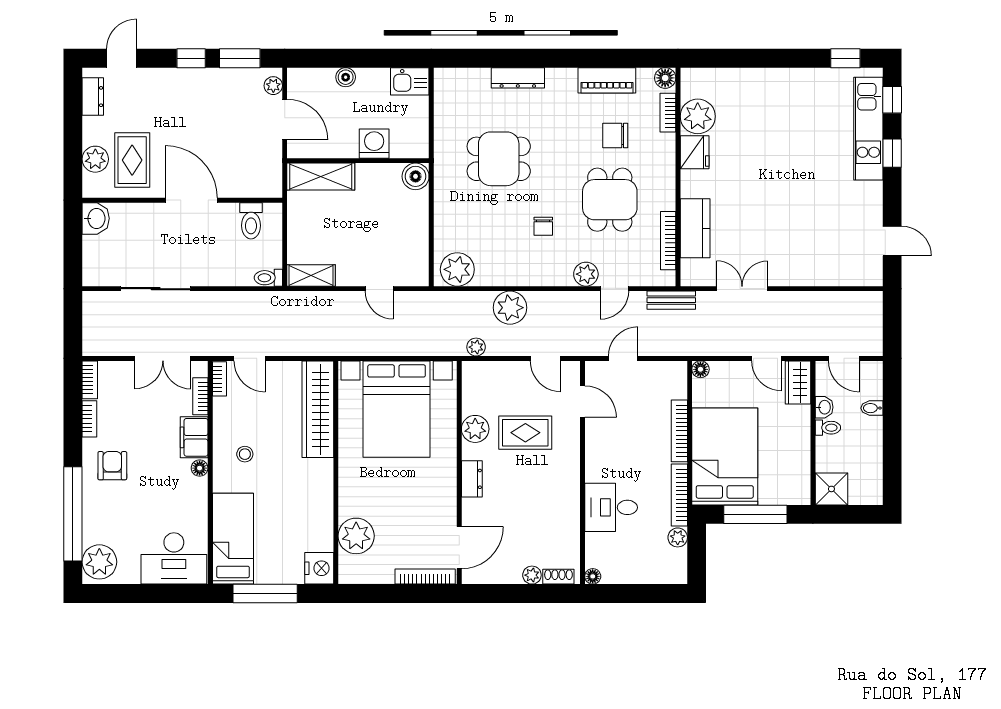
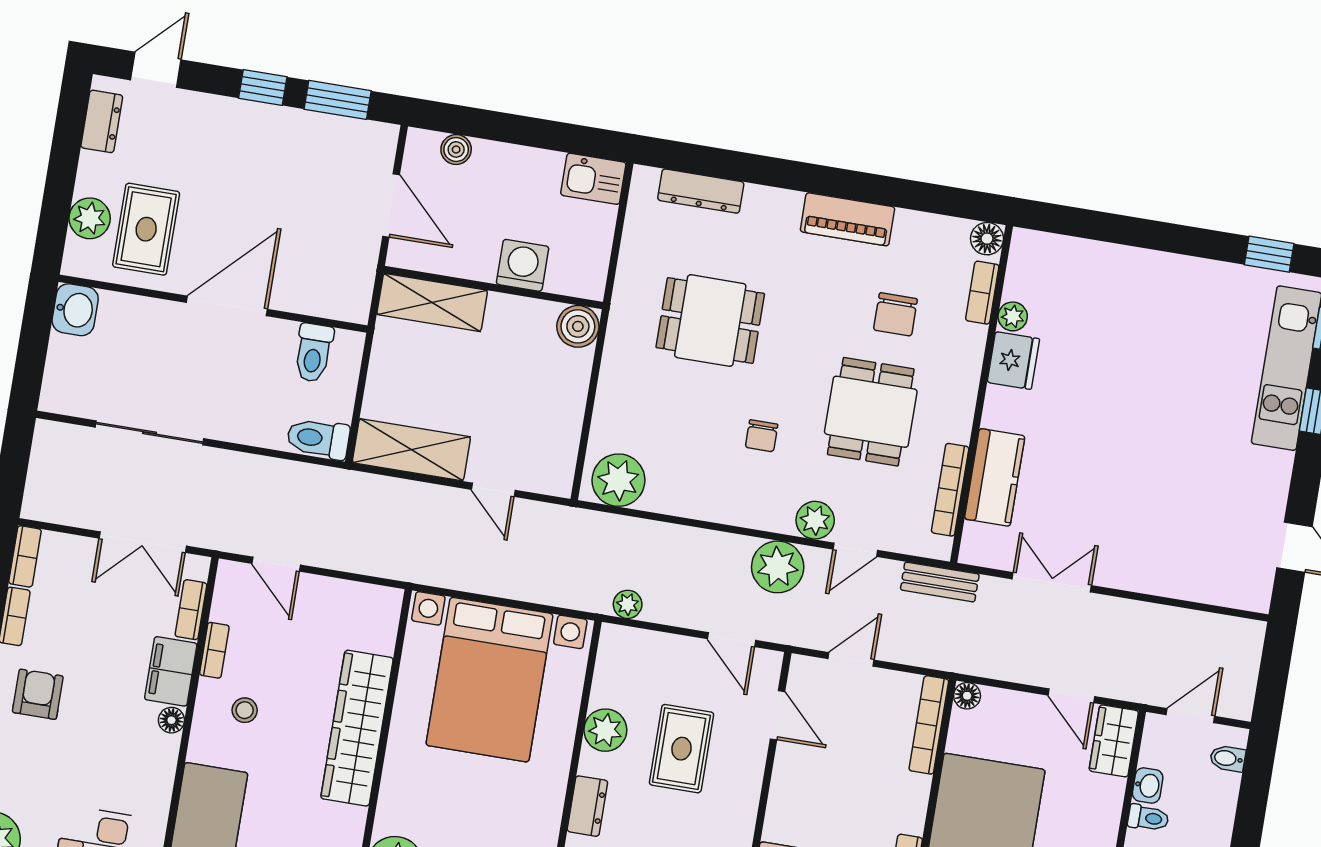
boiler: (346, 77) -> (456, 149), moved
dresser: (518, 78) -> (701, 191), moved
piano: (607, 80) -> (847, 219), moved
plant: (273, 86) -> (382, 151), removed
plant: (698, 116) -> (1013, 316), width x0.53, depth x0.53
chair: (615, 136) -> (895, 314), turned -90
door: (191, 200) -> (227, 306), hinge flipped
shelving: (311, 275) -> (411, 450), width x1.50, depth x1.33
toilet: (268, 278) -> (318, 438), width x1.37, depth x1.39
plant: (510, 308) -> (778, 567), moved
door: (844, 358) -> (1190, 716), swing flipped
bookcase: (219, 379) -> (214, 650), moved
bidet: (872, 408) -> (1228, 758), moved
wardrobe: (318, 409) -> (357, 728), moved
bookcase: (679, 431) -> (929, 725), moved
rug: (525, 433) -> (681, 749), turned 90

